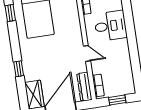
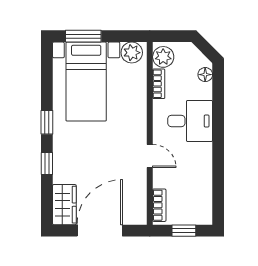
window: (10, 13) -> (47, 122), moved
dresser: (84, 87) -> (139, 204), removed

